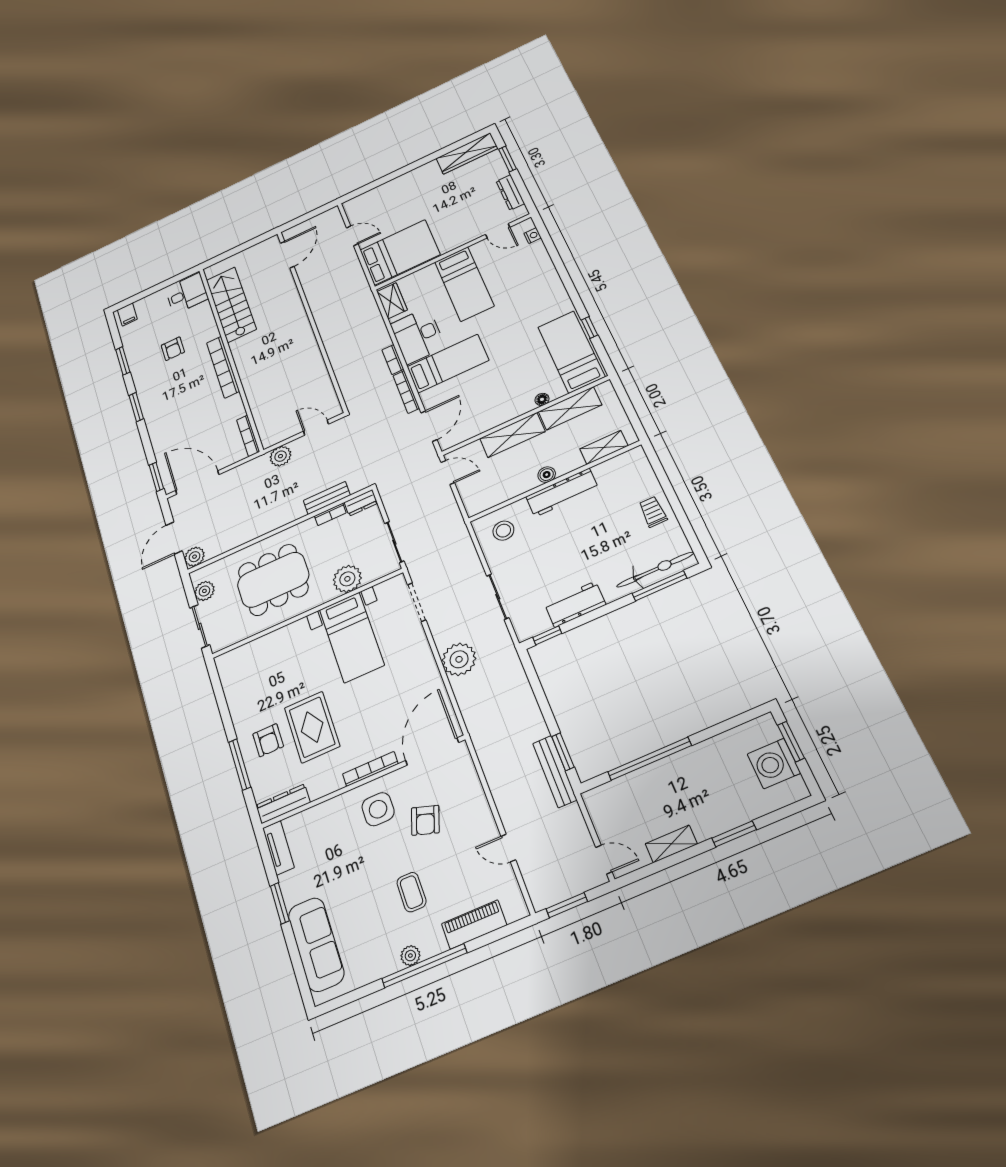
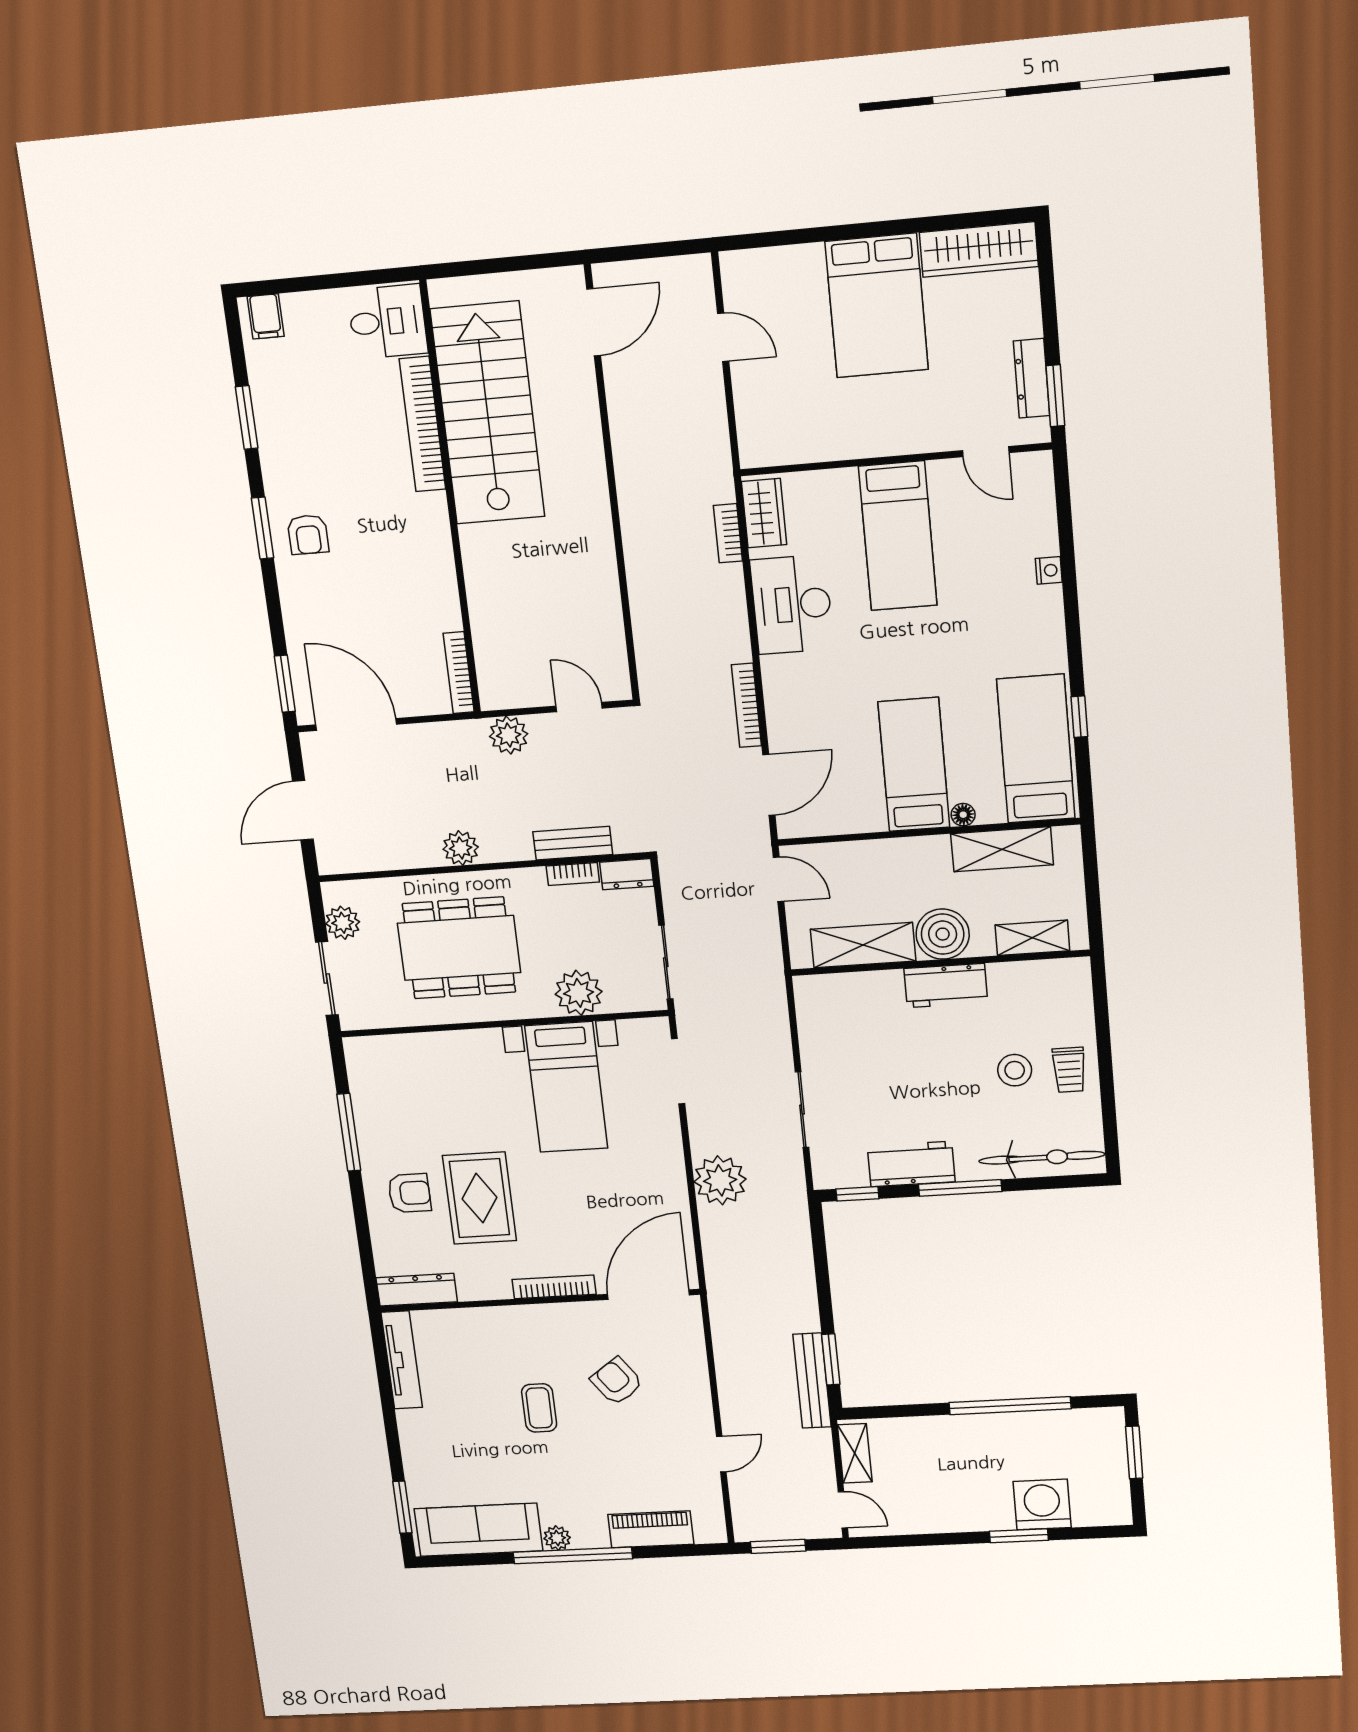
window: (507, 159) -> (1055, 396), moved
nightstand: (533, 236) -> (1049, 570), moved
bed: (400, 252) -> (877, 306), moved, turned 90
stairs: (231, 305) -> (488, 413), width x1.36, depth x1.51
armchair: (173, 349) -> (308, 535), moved
bookcase: (393, 360) -> (728, 533), moved
bed: (448, 364) -> (914, 765), moved, turned -90
bookcase: (223, 367) -> (422, 424), moved
shelving: (512, 435) -> (863, 945), moved
boiler: (547, 475) -> (943, 934), width x1.86, depth x1.86
workbench: (562, 493) -> (946, 986), width x0.73
trolley: (653, 512) -> (1069, 1070), turned 180
stool: (503, 531) -> (1015, 1070), moved
plant: (195, 557) -> (461, 848), moved
window: (659, 586) -> (960, 1188), moved
armchair: (268, 740) -> (409, 1193), turned -90
window: (650, 759) -> (1010, 1406), moved
window: (240, 764) -> (349, 1132), moved
washing machine: (774, 764) -> (1042, 1504), moved, turned 90
side table: (378, 809) -> (553, 1344), removed
armchair: (425, 820) -> (617, 1381), turned 126
shelving: (671, 844) -> (855, 1453), moved, turned 90
tv unit: (278, 848) -> (402, 1360), width x1.41
door: (508, 848) -> (721, 1454), swing flipped
coffee table: (411, 892) -> (539, 1408), moved
window: (280, 903) -> (402, 1507), moved
sofa: (316, 944) -> (478, 1530), moved, turned -90

